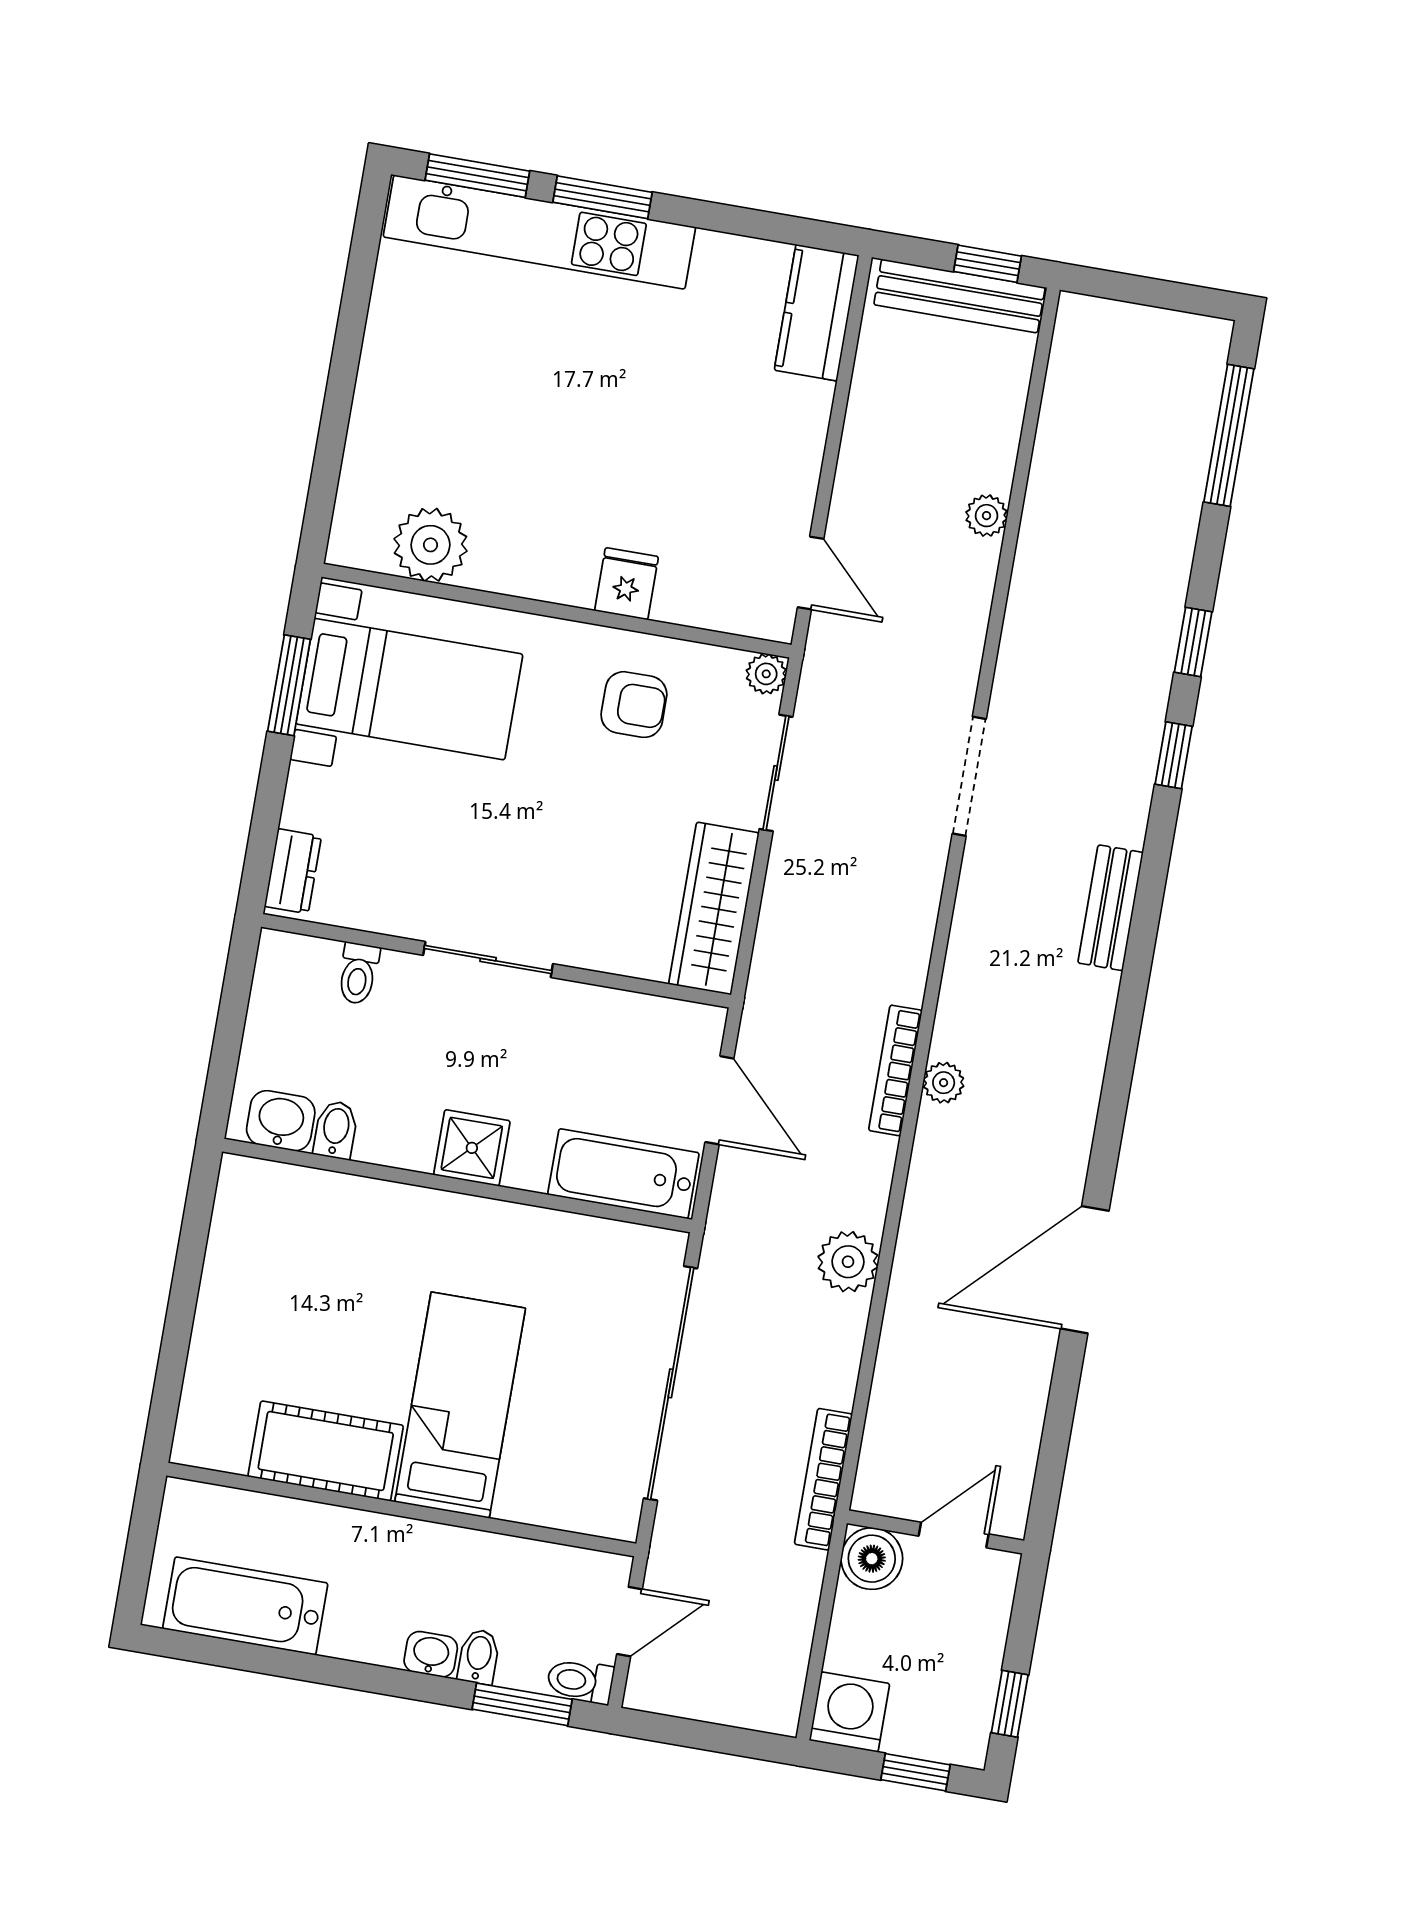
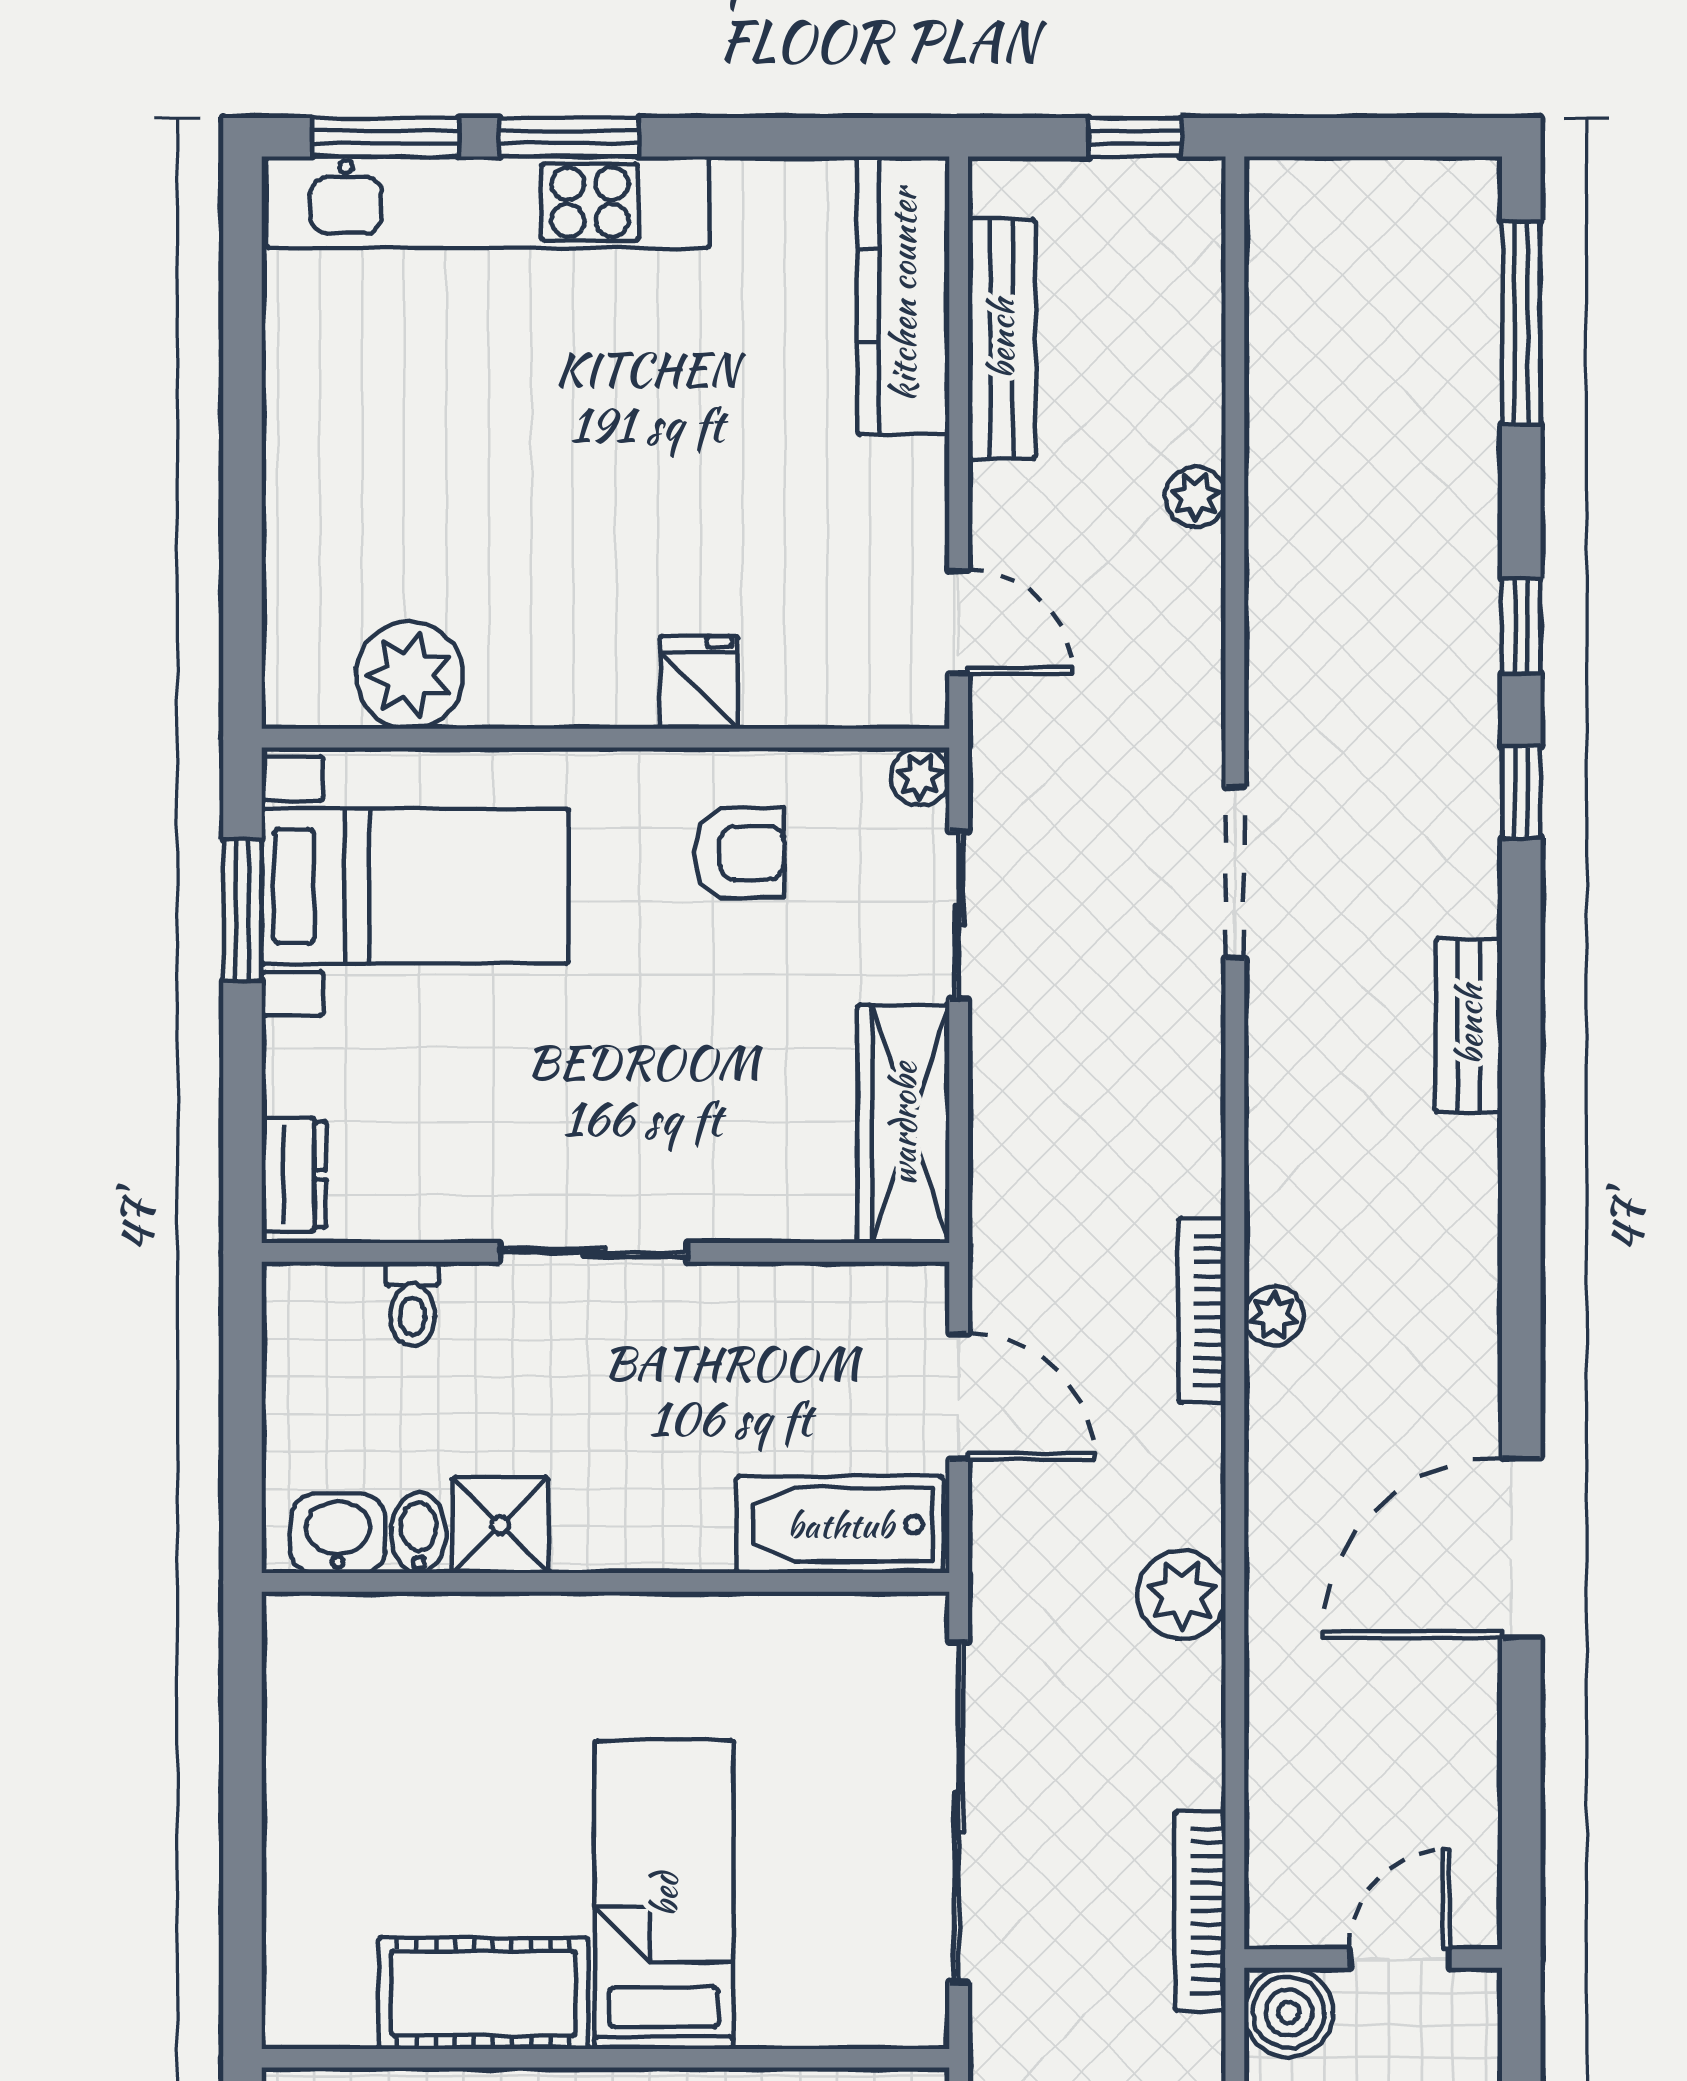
bench: (960, 296) -> (1001, 339), moved, turned 90
kitchen counter: (817, 313) -> (903, 295), width x1.50
shower: (472, 1148) -> (500, 1525), moved

